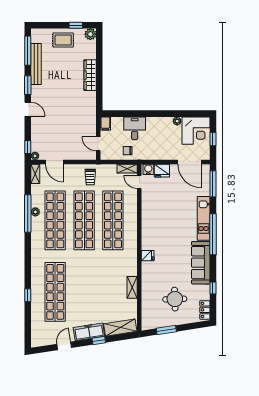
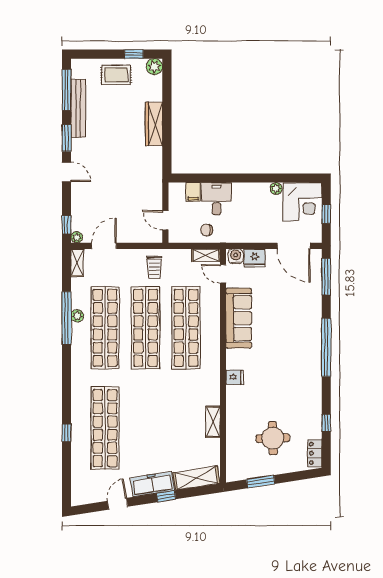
filing cabinet: (105, 123) -> (193, 192), moved
door: (54, 162) -> (104, 246), swing flipped
kitchen unit: (204, 218) -> (313, 325), removed
sofa: (201, 263) -> (239, 318), moved, turned 180

